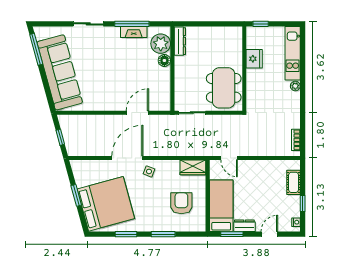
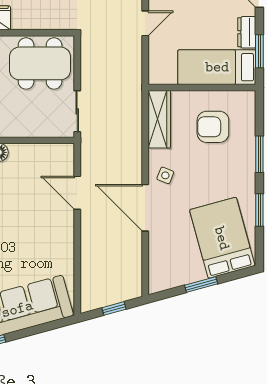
door: (229, 158) -> (145, 23), moved
wardrobe: (193, 167) -> (159, 119), width x1.50
bed: (106, 204) -> (222, 238), width x0.73

